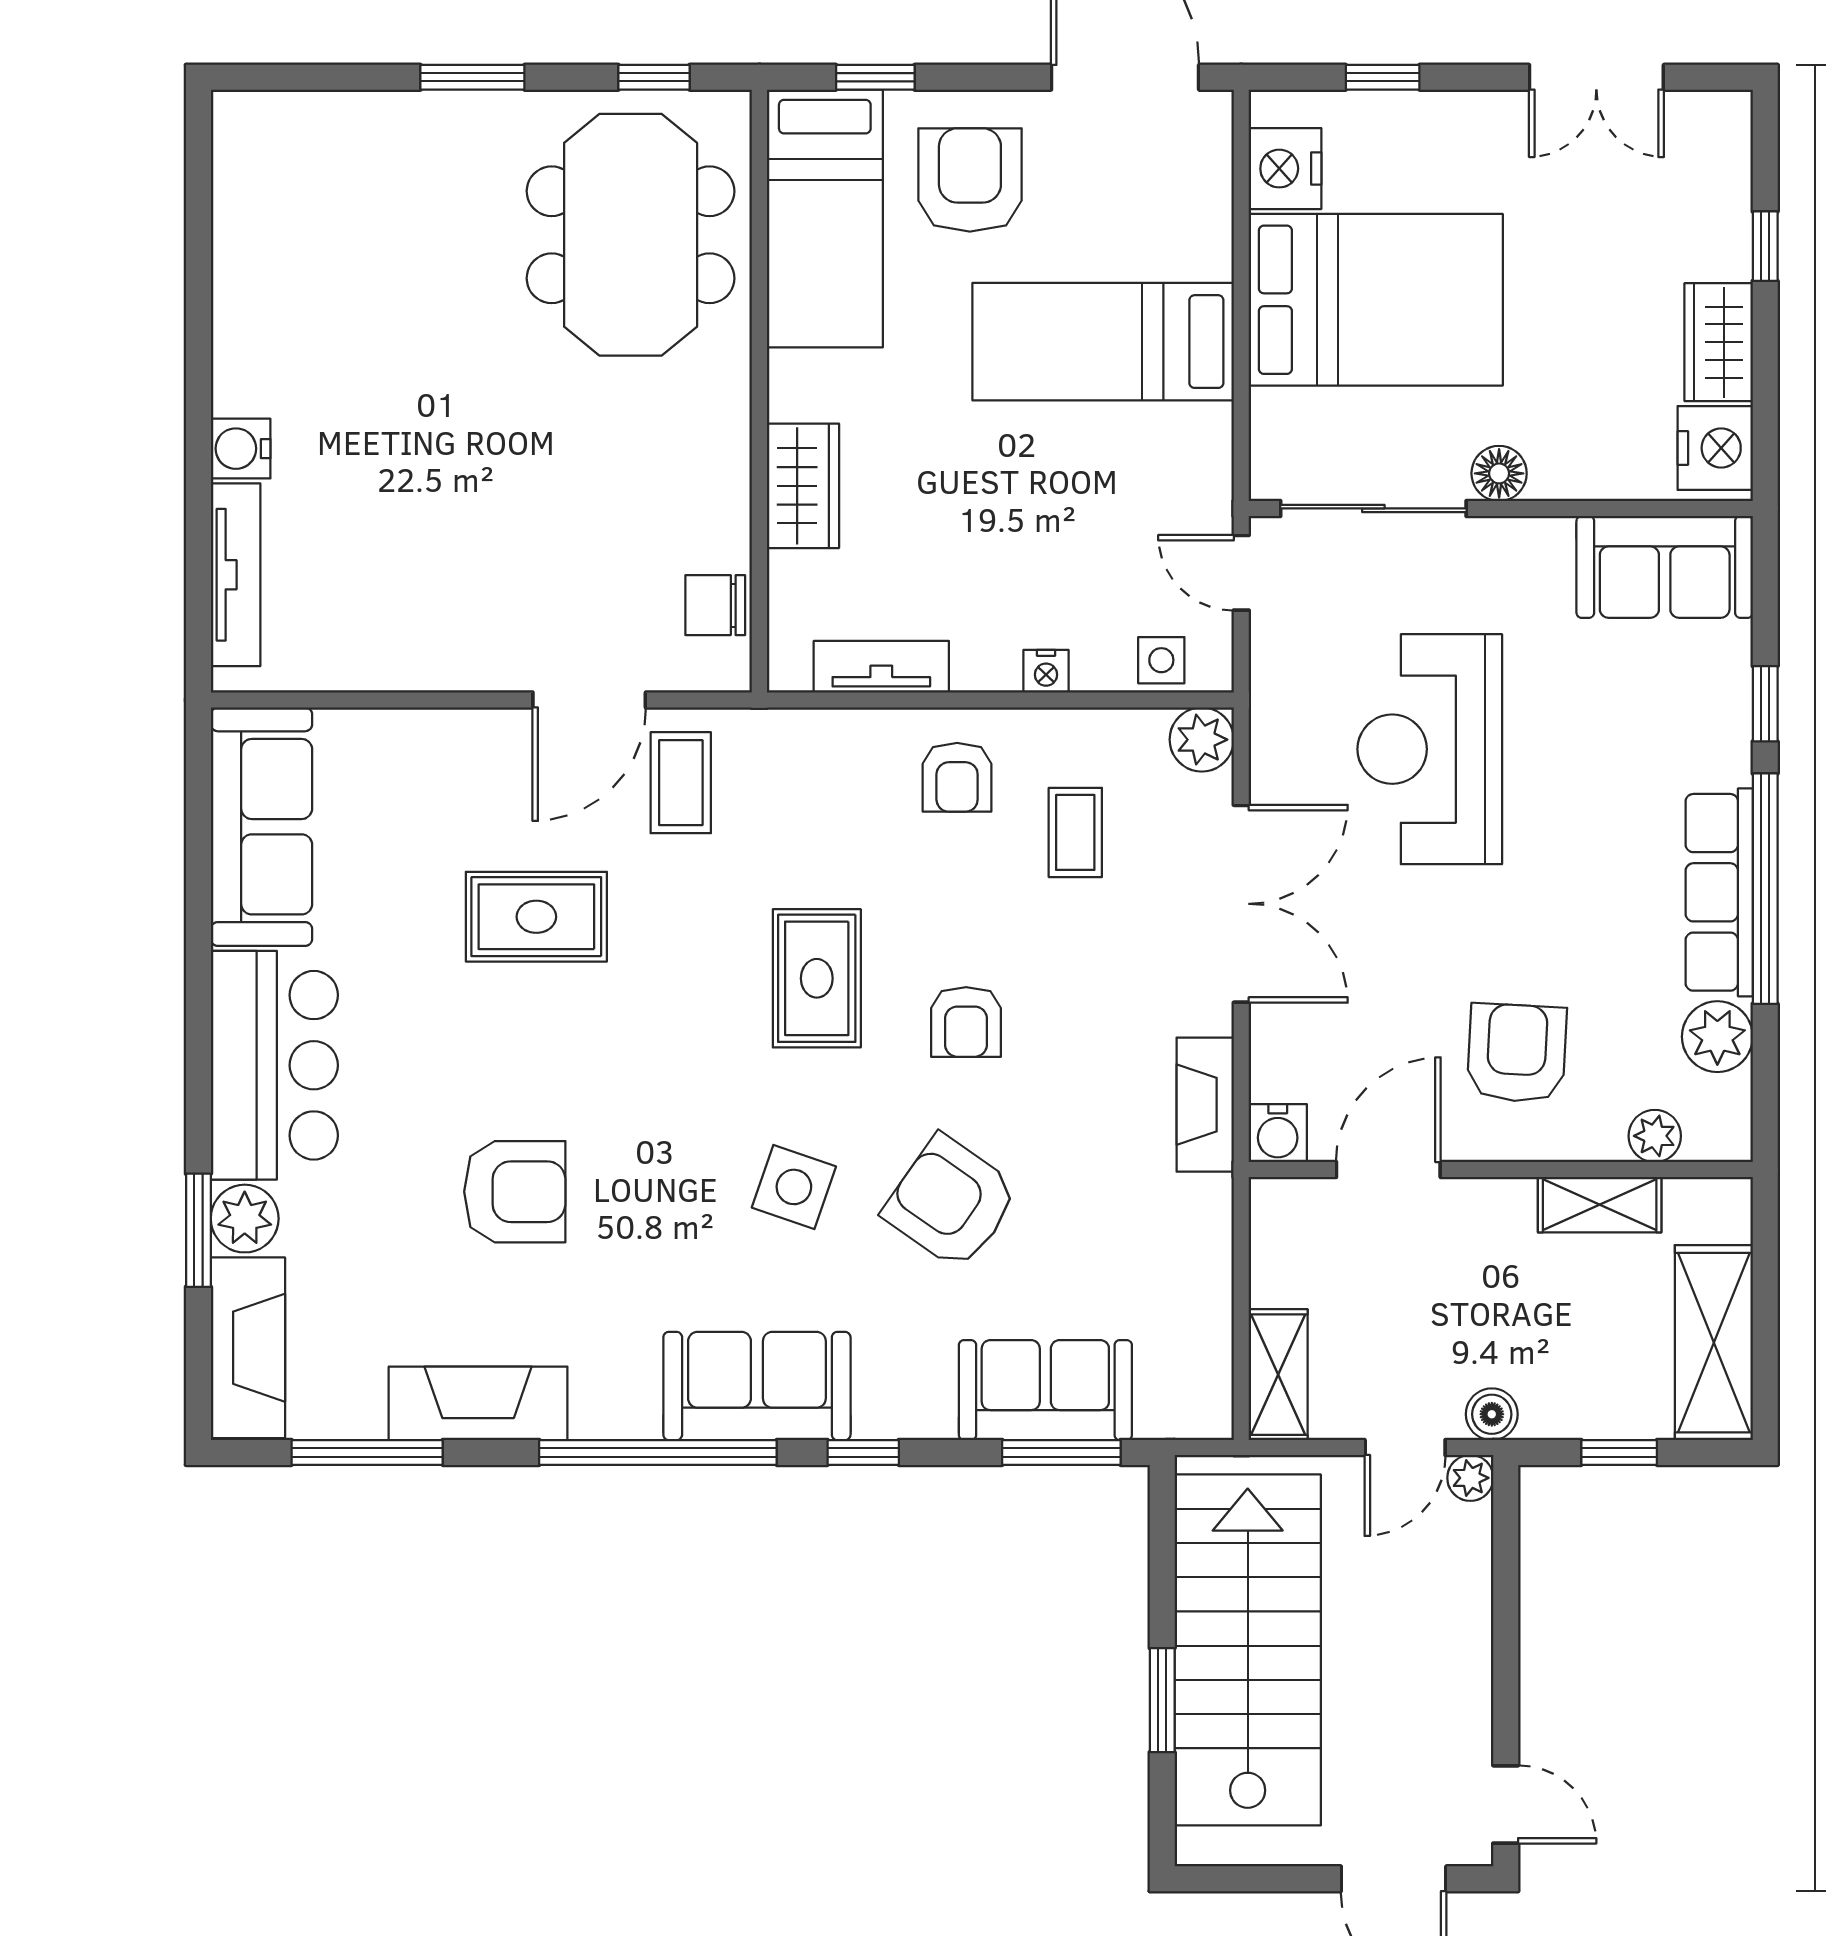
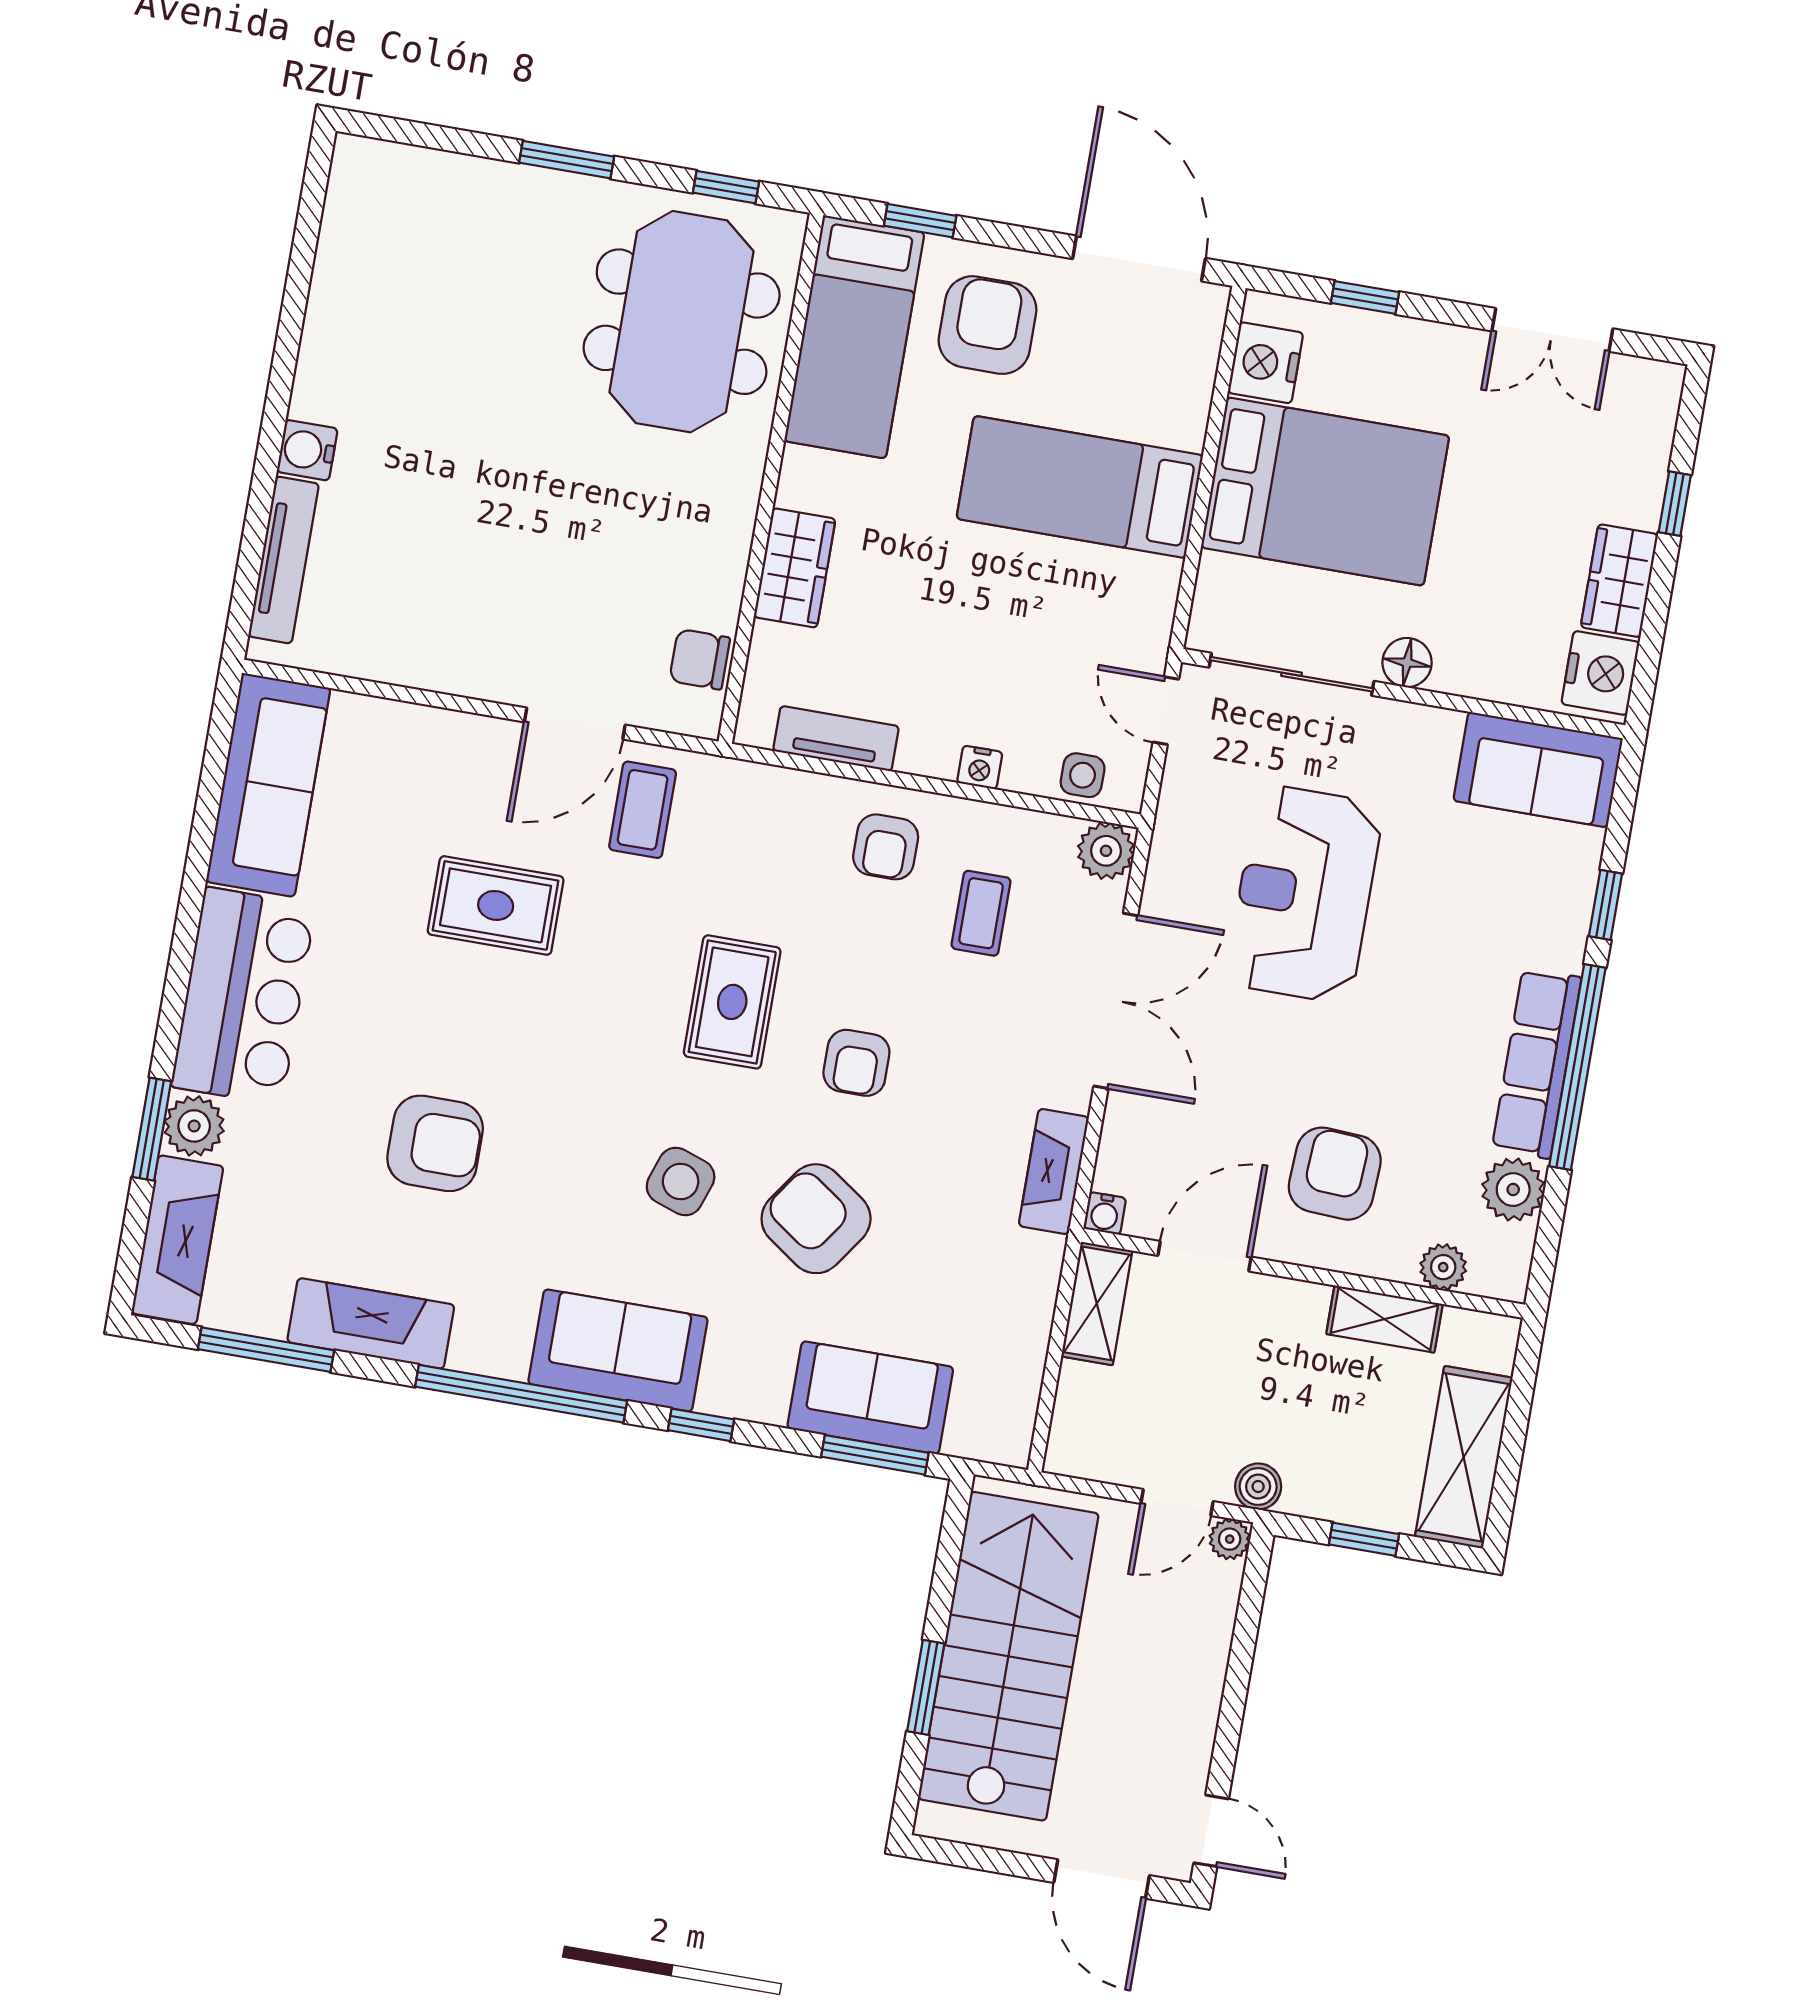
water cooler: (1278, 1133) -> (1105, 1213), width x0.72, depth x0.72
shelving: (1278, 1375) -> (1097, 1303), moved

